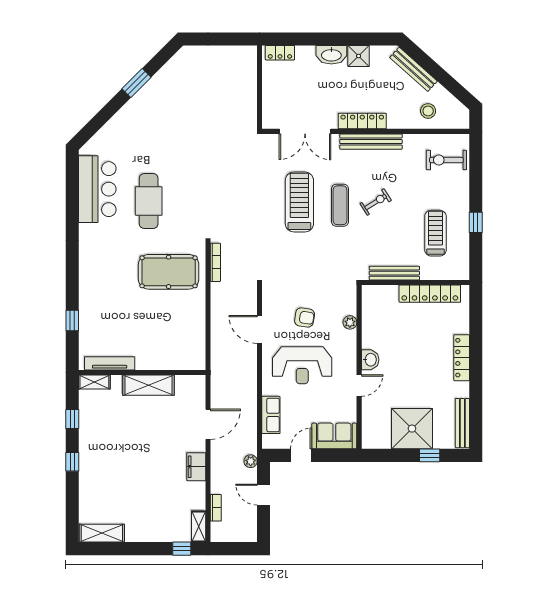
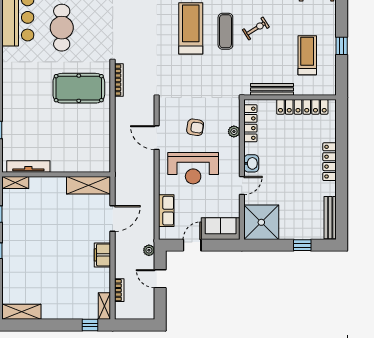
locker: (369, 313) -> (250, 123), added
shelving: (148, 385) -> (89, 185), moved
shower: (412, 429) -> (261, 222), moved

